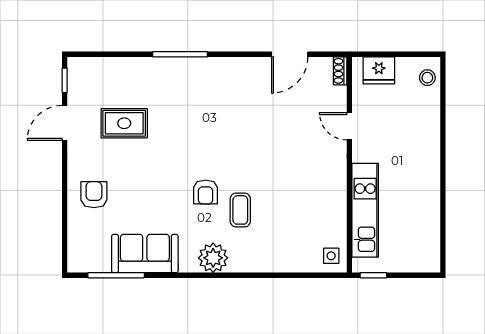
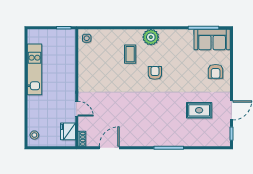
fridge: (379, 70) -> (68, 131), moved, turned -90
coffee table: (240, 210) -> (130, 54), moved
kitchen unit: (365, 210) -> (35, 69), moved, turned 180
sofa: (145, 254) -> (212, 39), moved

